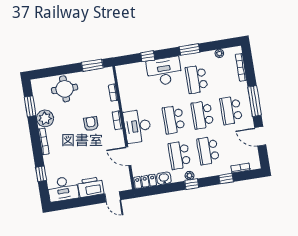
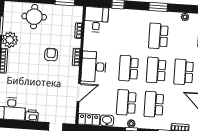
desk: (164, 71) -> (96, 19), moved, width x0.73
door: (128, 156) -> (79, 92), swing flipped
printer: (91, 187) -> (32, 115), width x0.53, depth x0.68

